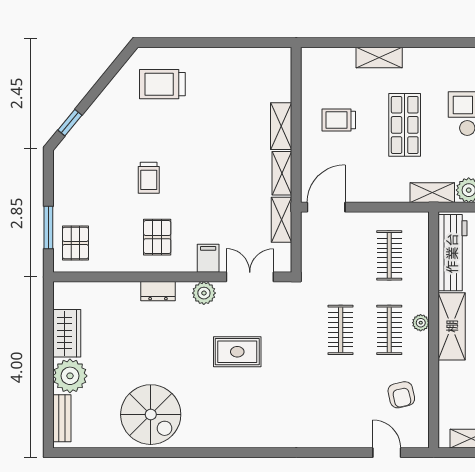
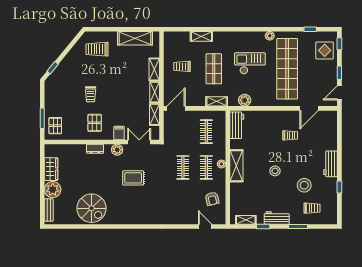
shelving: (241, 62) -> (135, 38), added
shelving: (432, 193) -> (217, 101), moved
workbench: (452, 253) -> (237, 125), width x0.73

